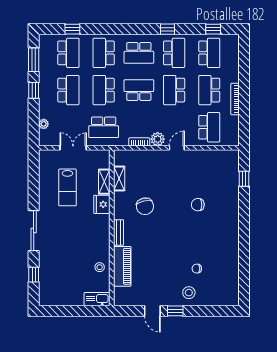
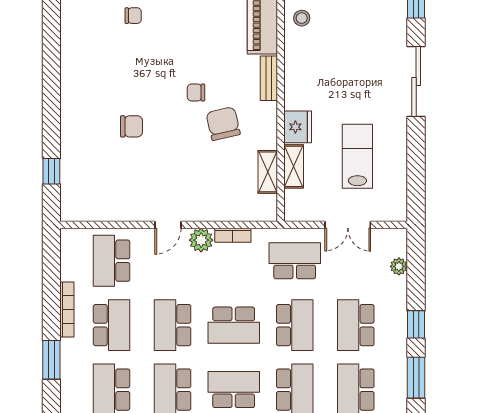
window: (244, 70) -> (51, 360), added
school desk: (174, 90) -> (173, 325), turned 180
chair: (161, 224) -> (196, 92), added

